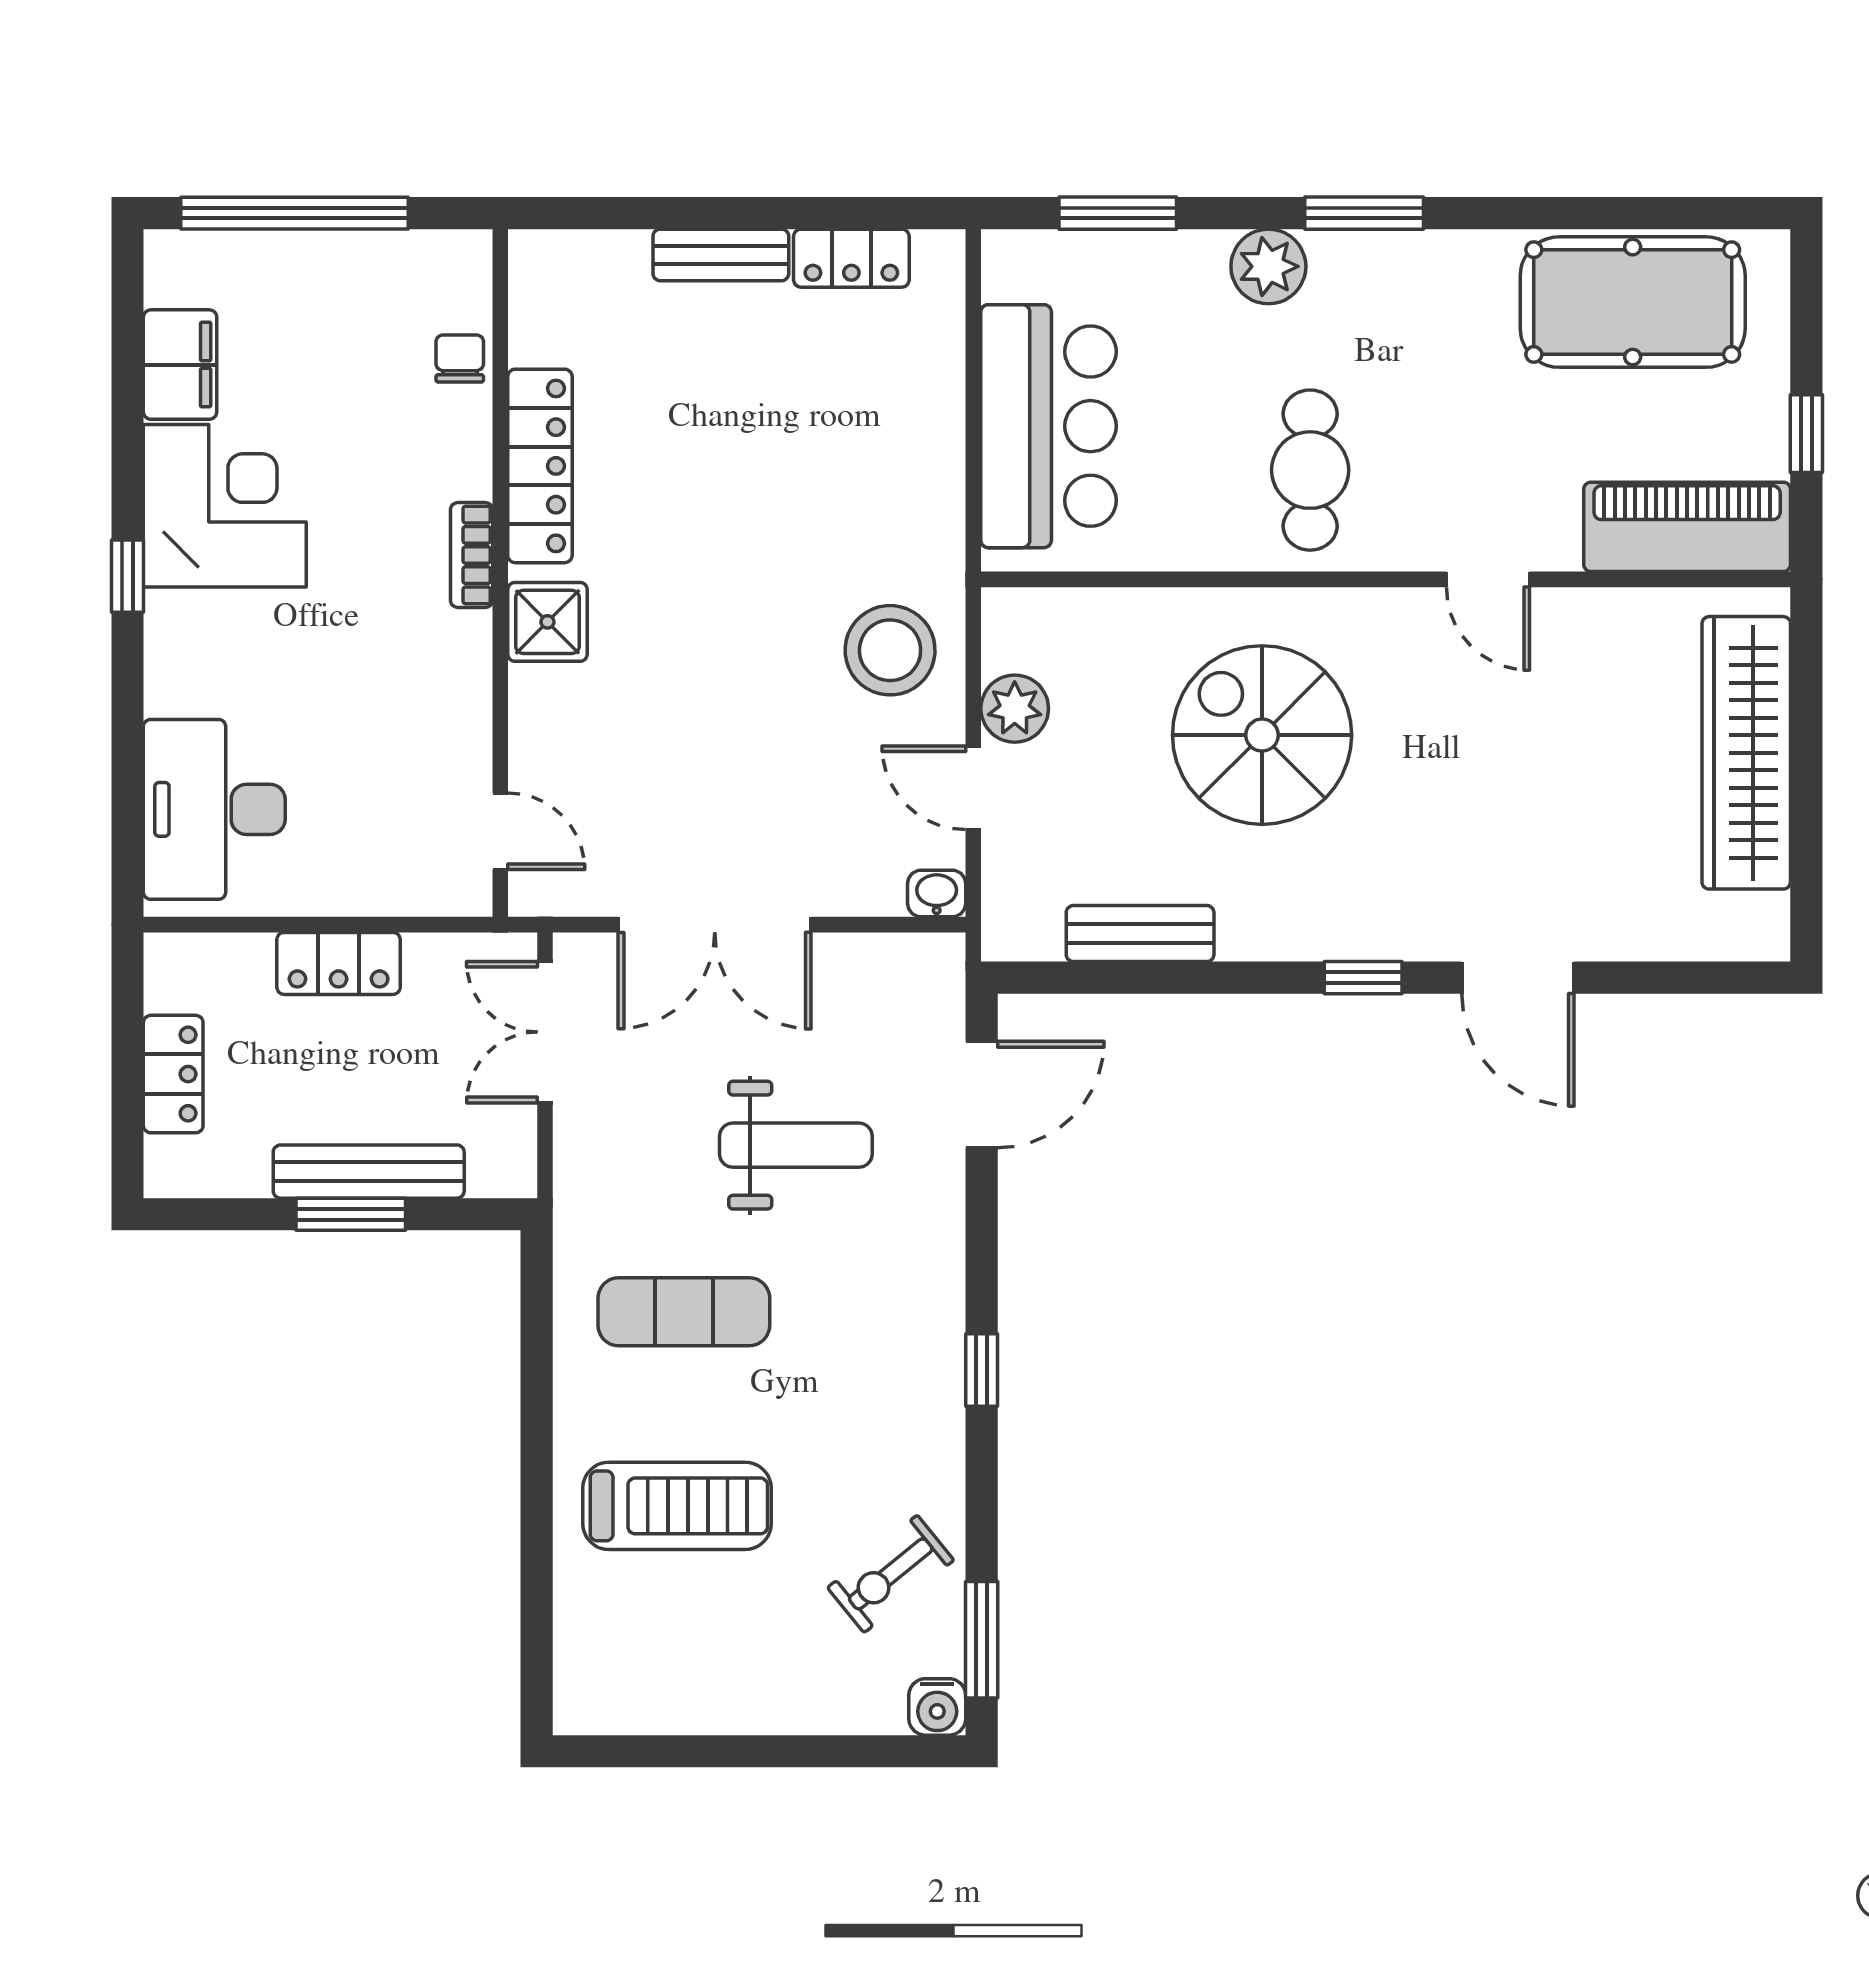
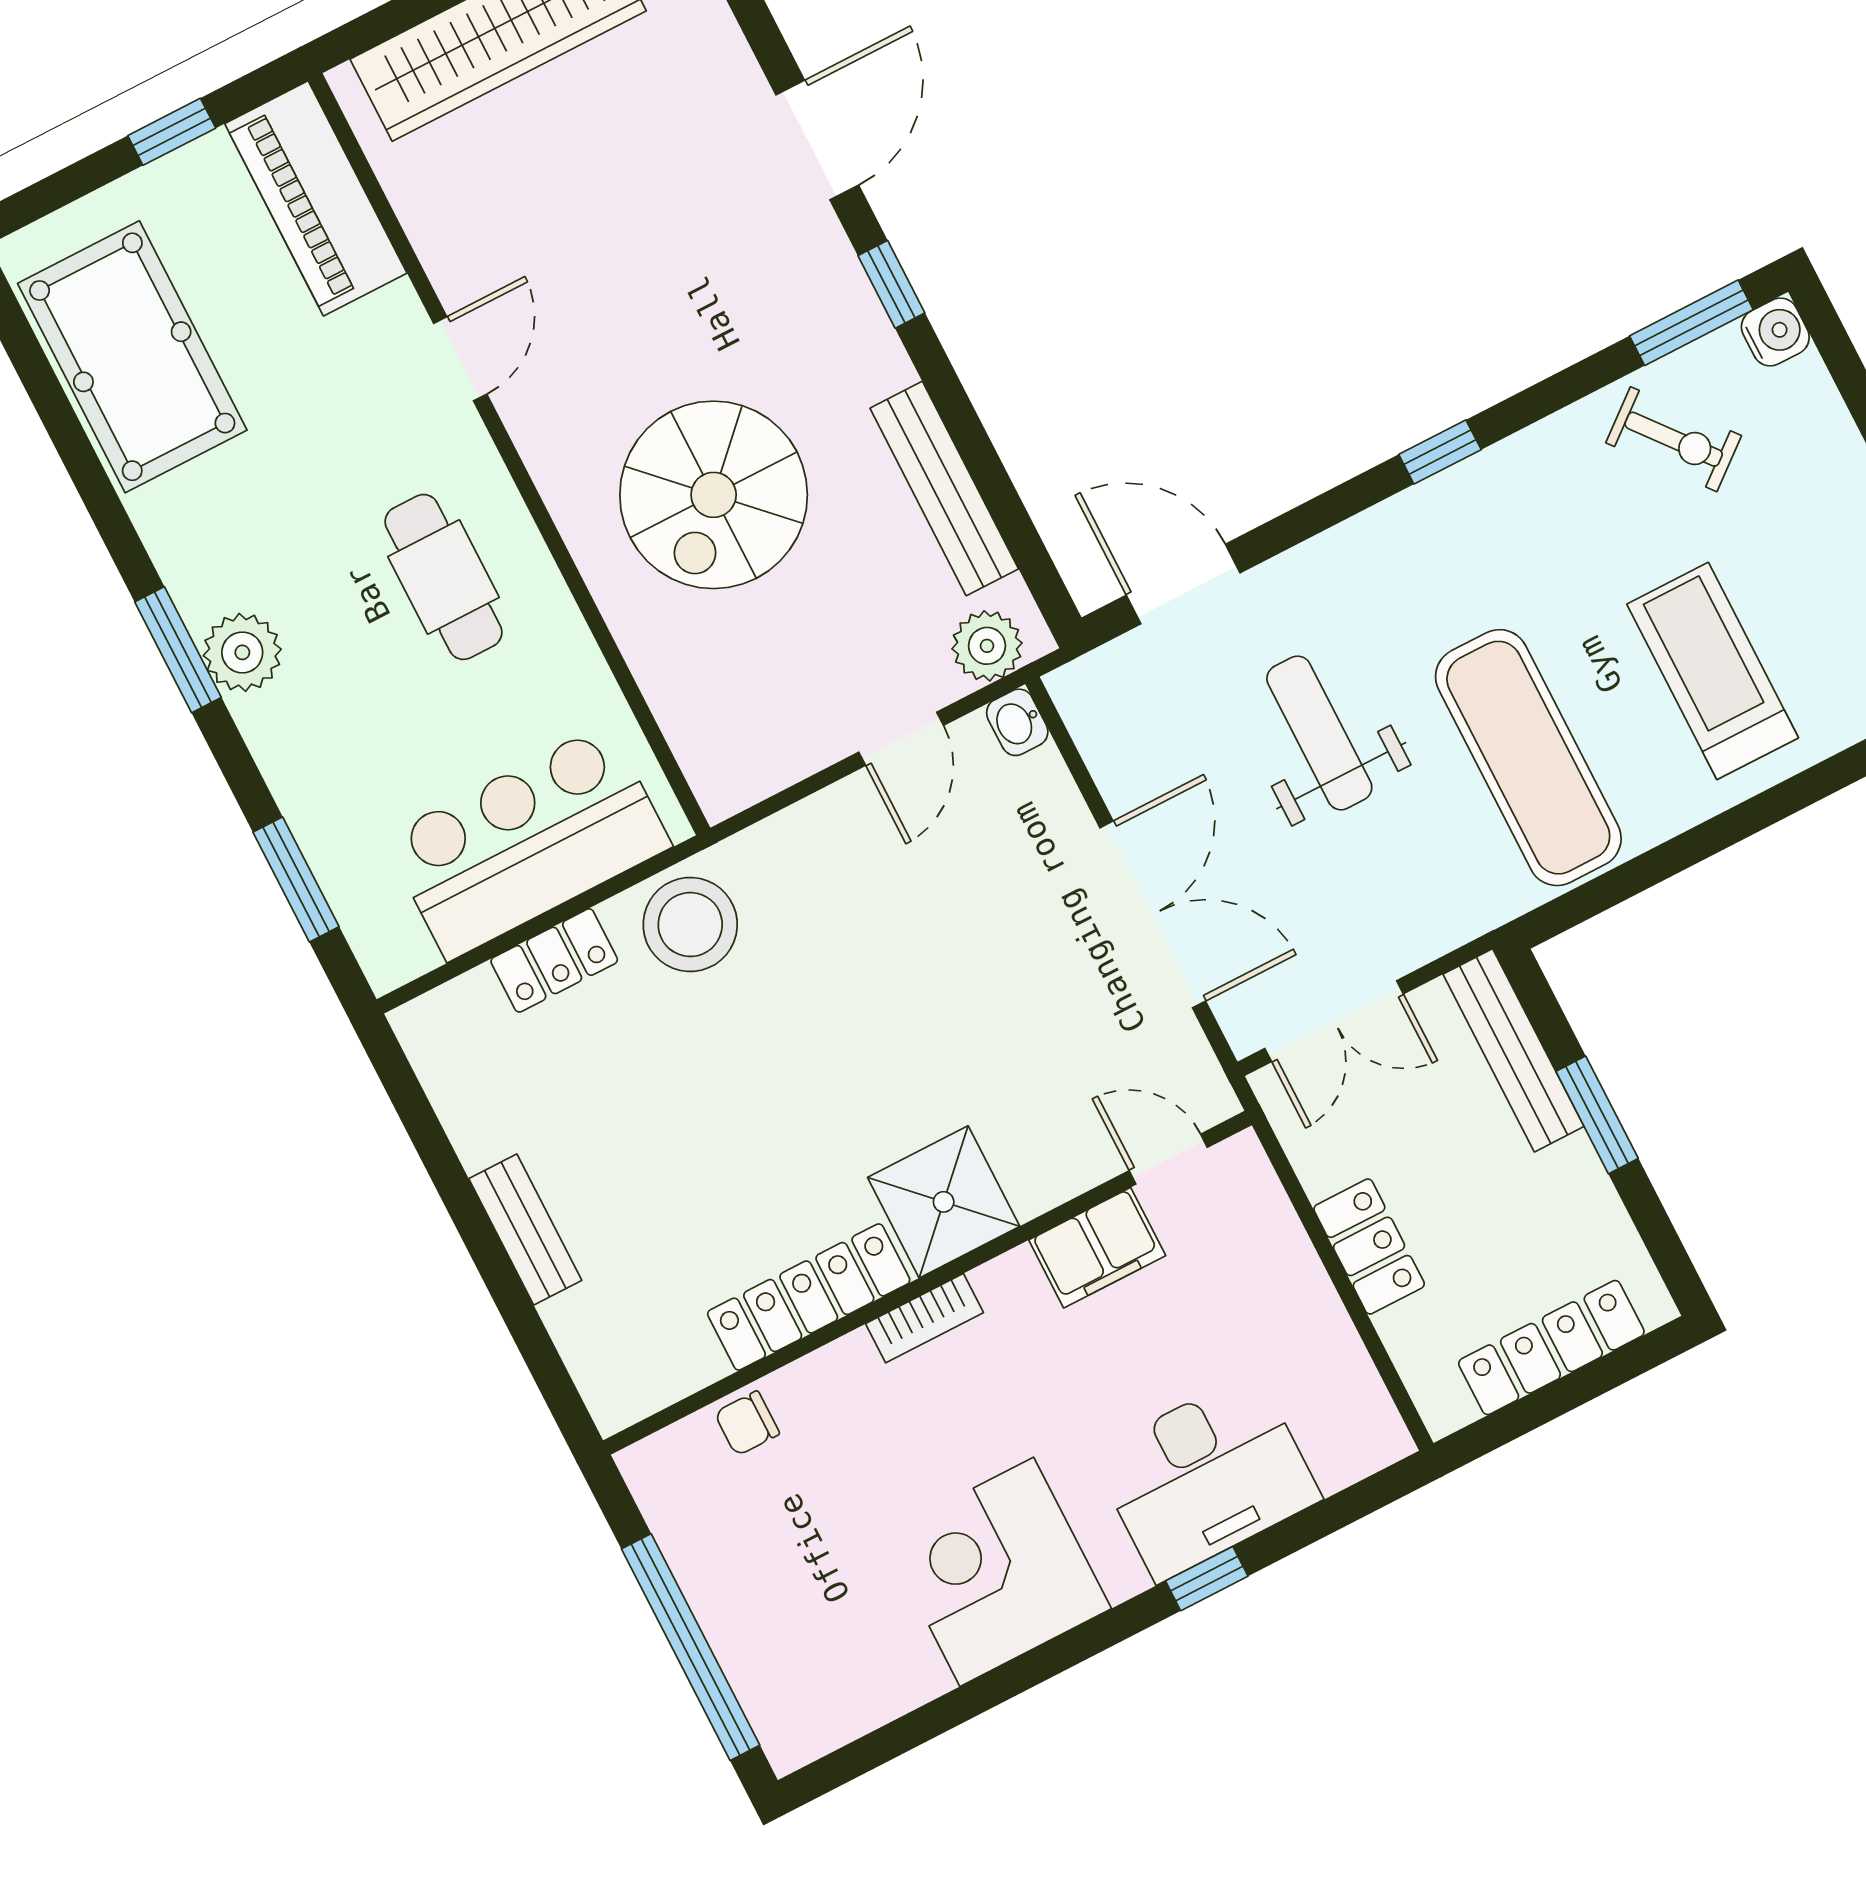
locker: (851, 258) -> (554, 960), moved, turned 90
plant: (1268, 266) -> (242, 652), moved
filing cabinet: (180, 365) -> (1097, 1248), moved, turned 180
cafe table: (1310, 470) -> (444, 577), turned 90
window: (128, 576) -> (1207, 1579), moved
shower: (547, 622) -> (944, 1202), width x1.36, depth x1.36
stool: (890, 650) -> (690, 925), moved
plant: (1015, 709) -> (987, 646), moved
desk: (214, 809) -> (1206, 1477), moved
door: (500, 831) -> (1168, 1159), hinge flipped
bench: (1140, 934) -> (944, 488), width x1.36
locker: (173, 1074) -> (1551, 1348), width x1.53
bench: (369, 1172) -> (1514, 1050), moved
exercise mat: (684, 1312) -> (1528, 758), width x1.36, depth x1.45

